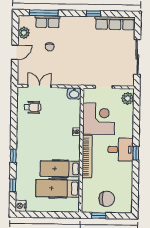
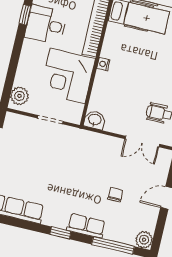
window: (94, 14) -> (60, 233), moved
row of seats: (47, 22) -> (86, 226), moved
plant: (24, 33) -> (144, 240), moved

